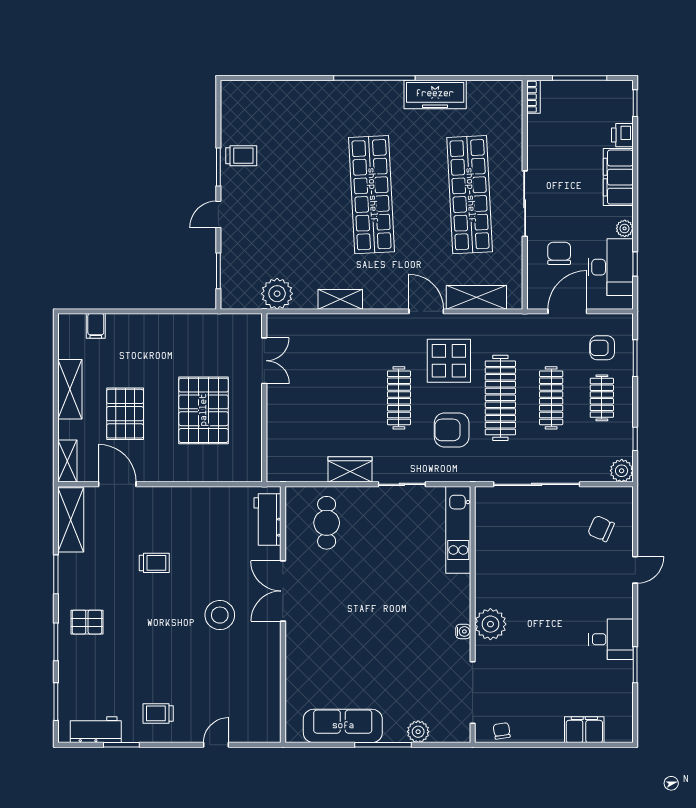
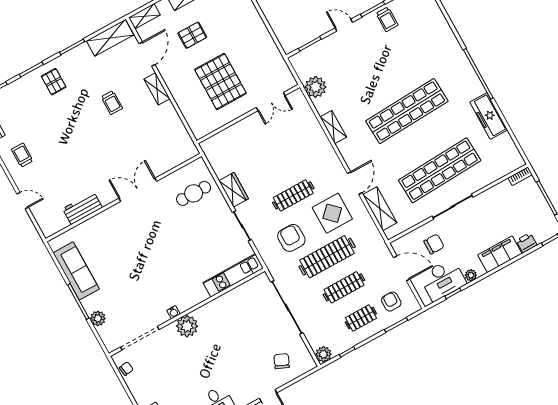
pallet: (204, 410) -> (220, 81), turned 90
pallet: (125, 414) -> (192, 35), width x0.67, depth x0.71
shelving: (168, 496) -> (157, 89), added
workbench: (268, 519) -> (82, 208), moved
stool: (220, 615) -> (102, 160), removed

